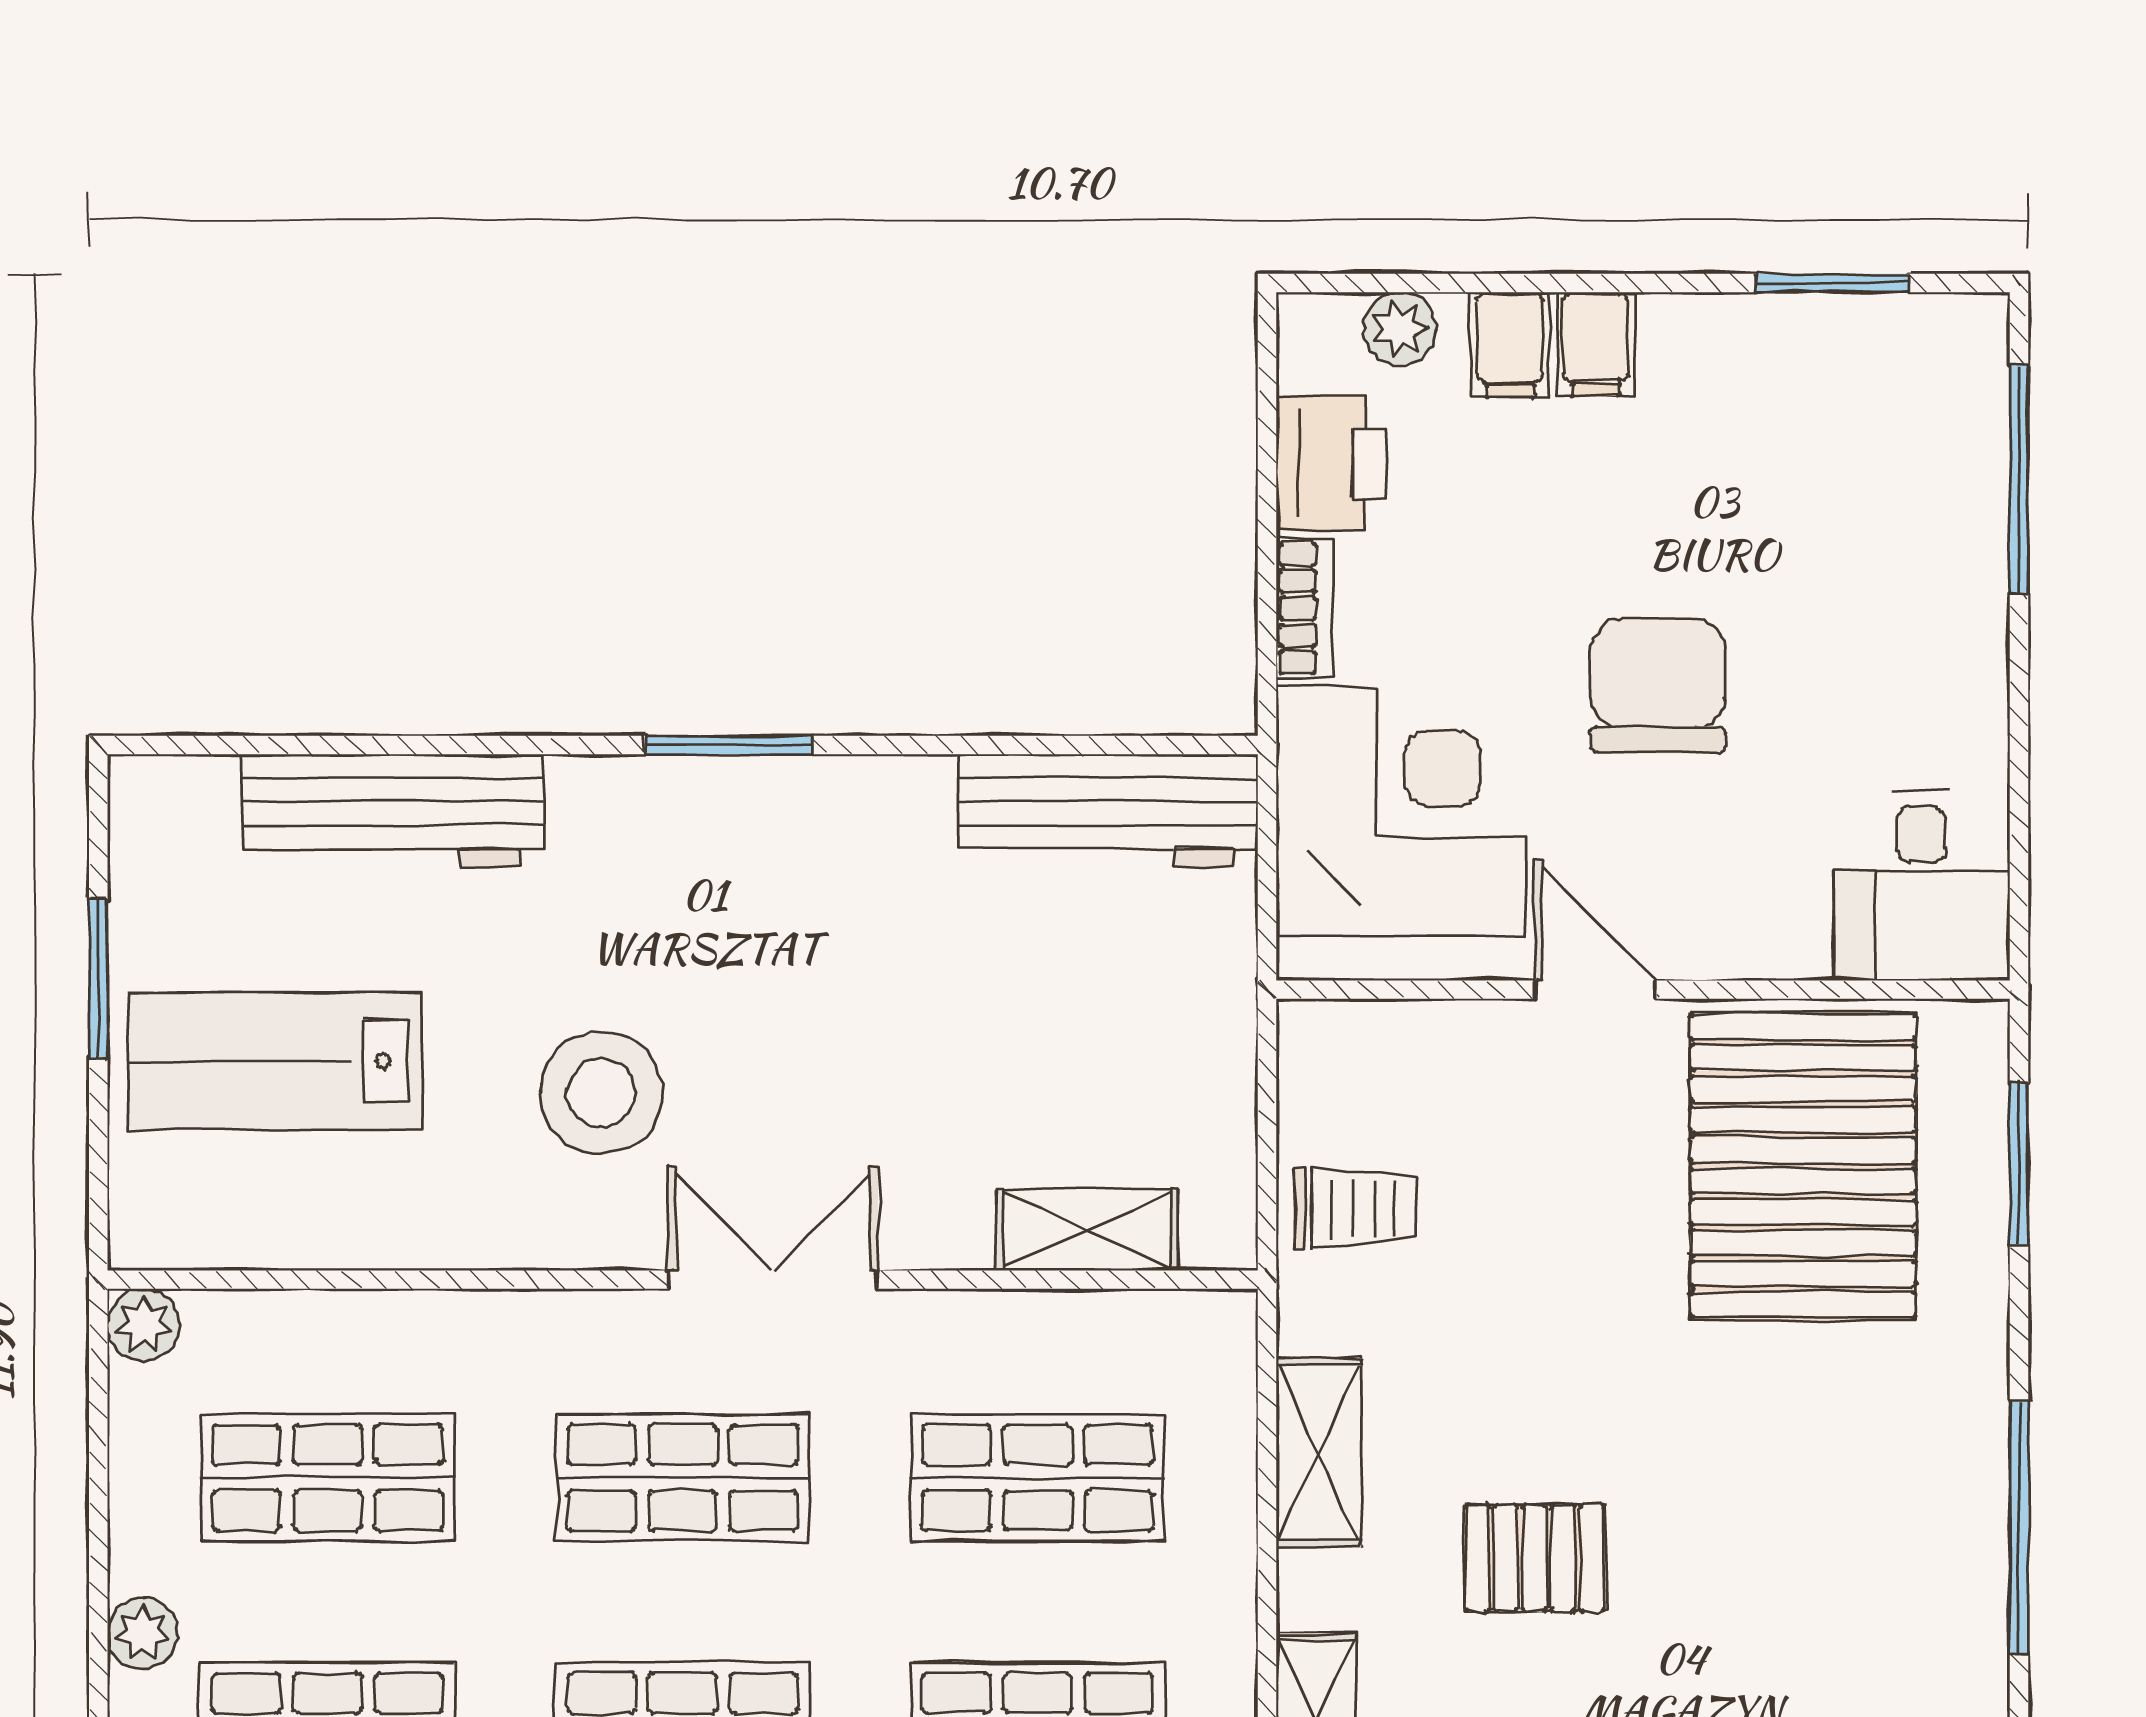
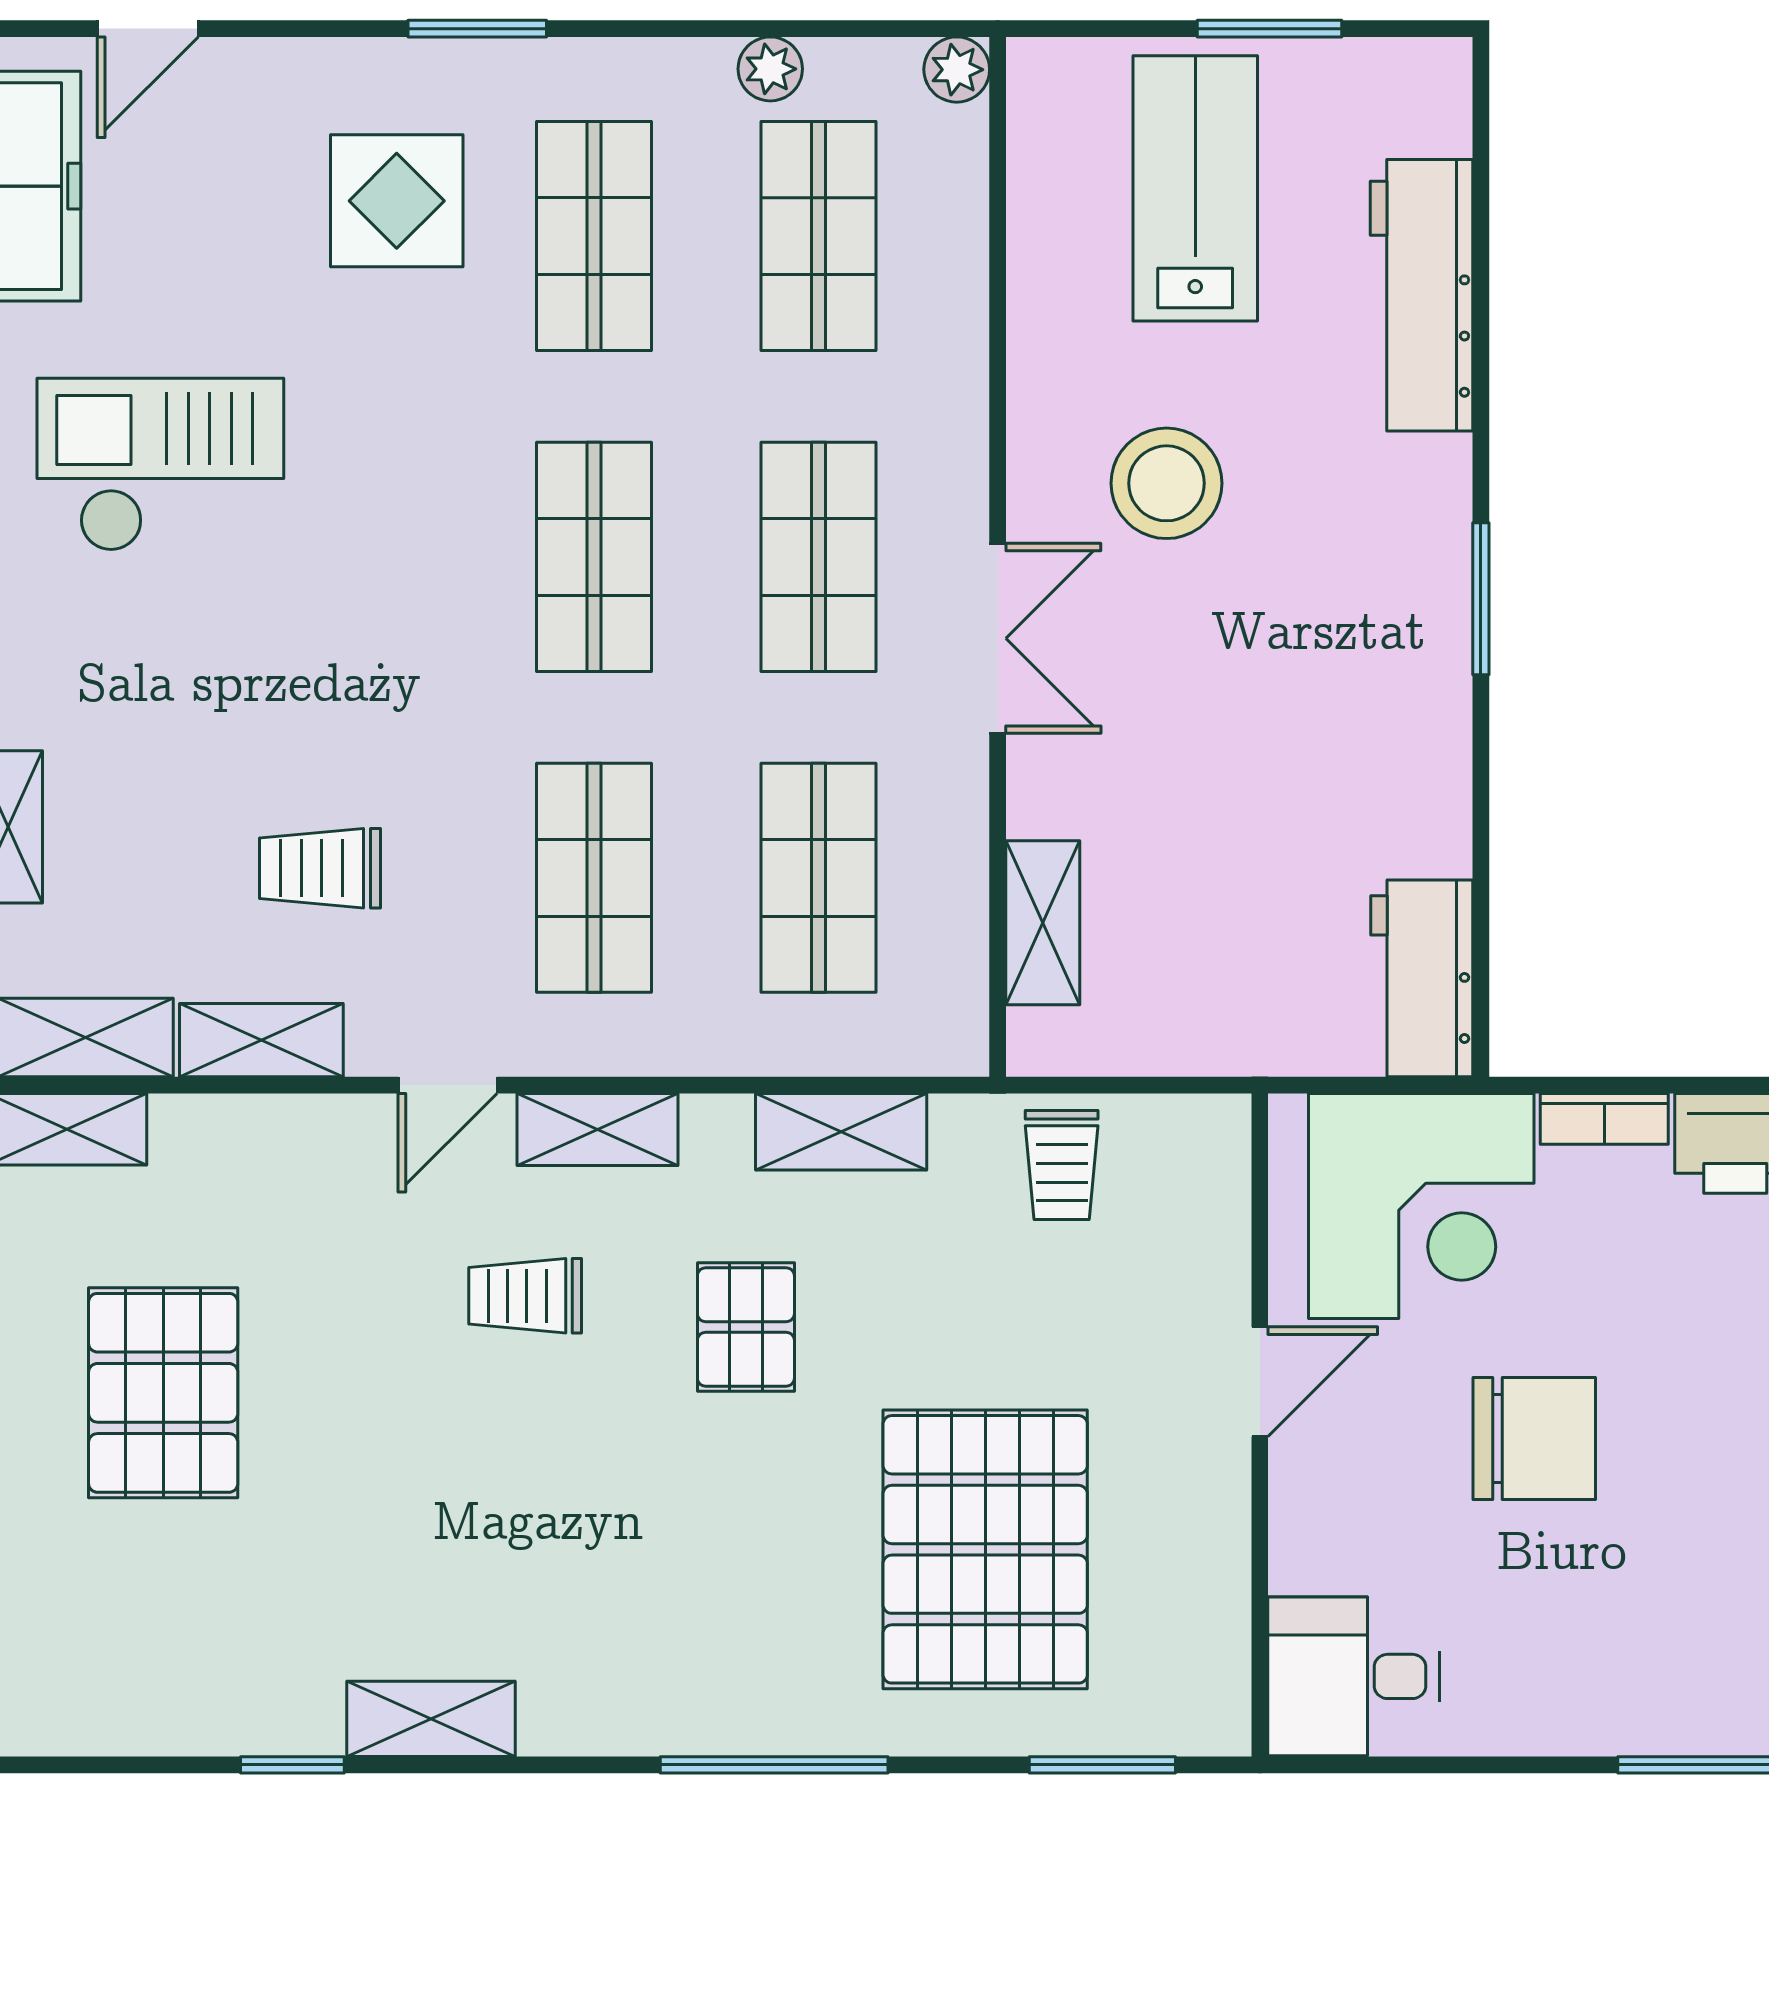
workbench: (1108, 810) -> (1422, 978), width x0.73
pallet: (1803, 1166) -> (985, 1549), moved, turned 90
plant: (143, 1633) -> (770, 69), moved

